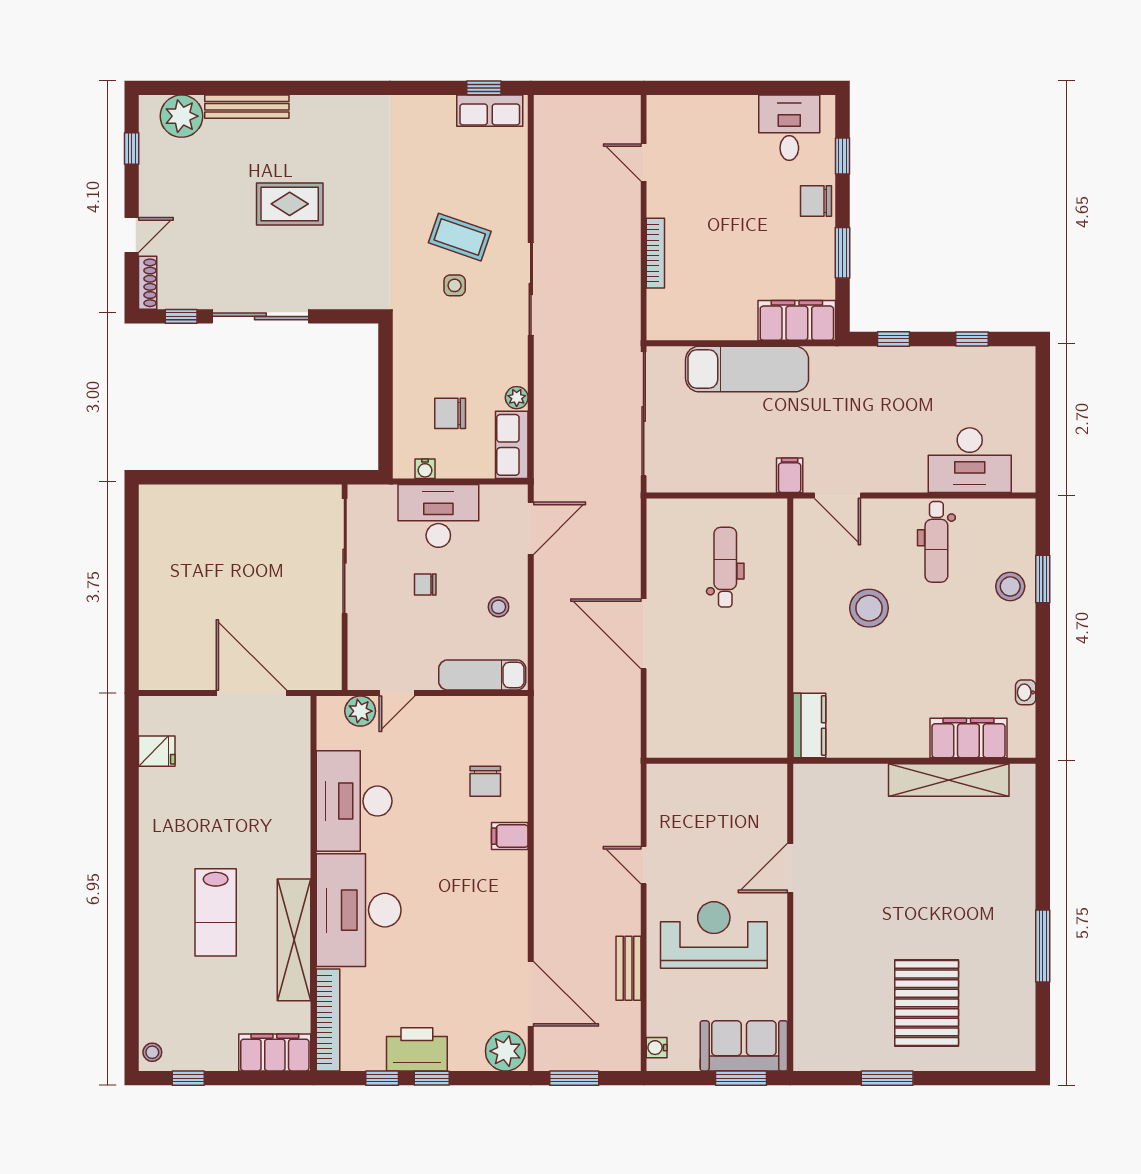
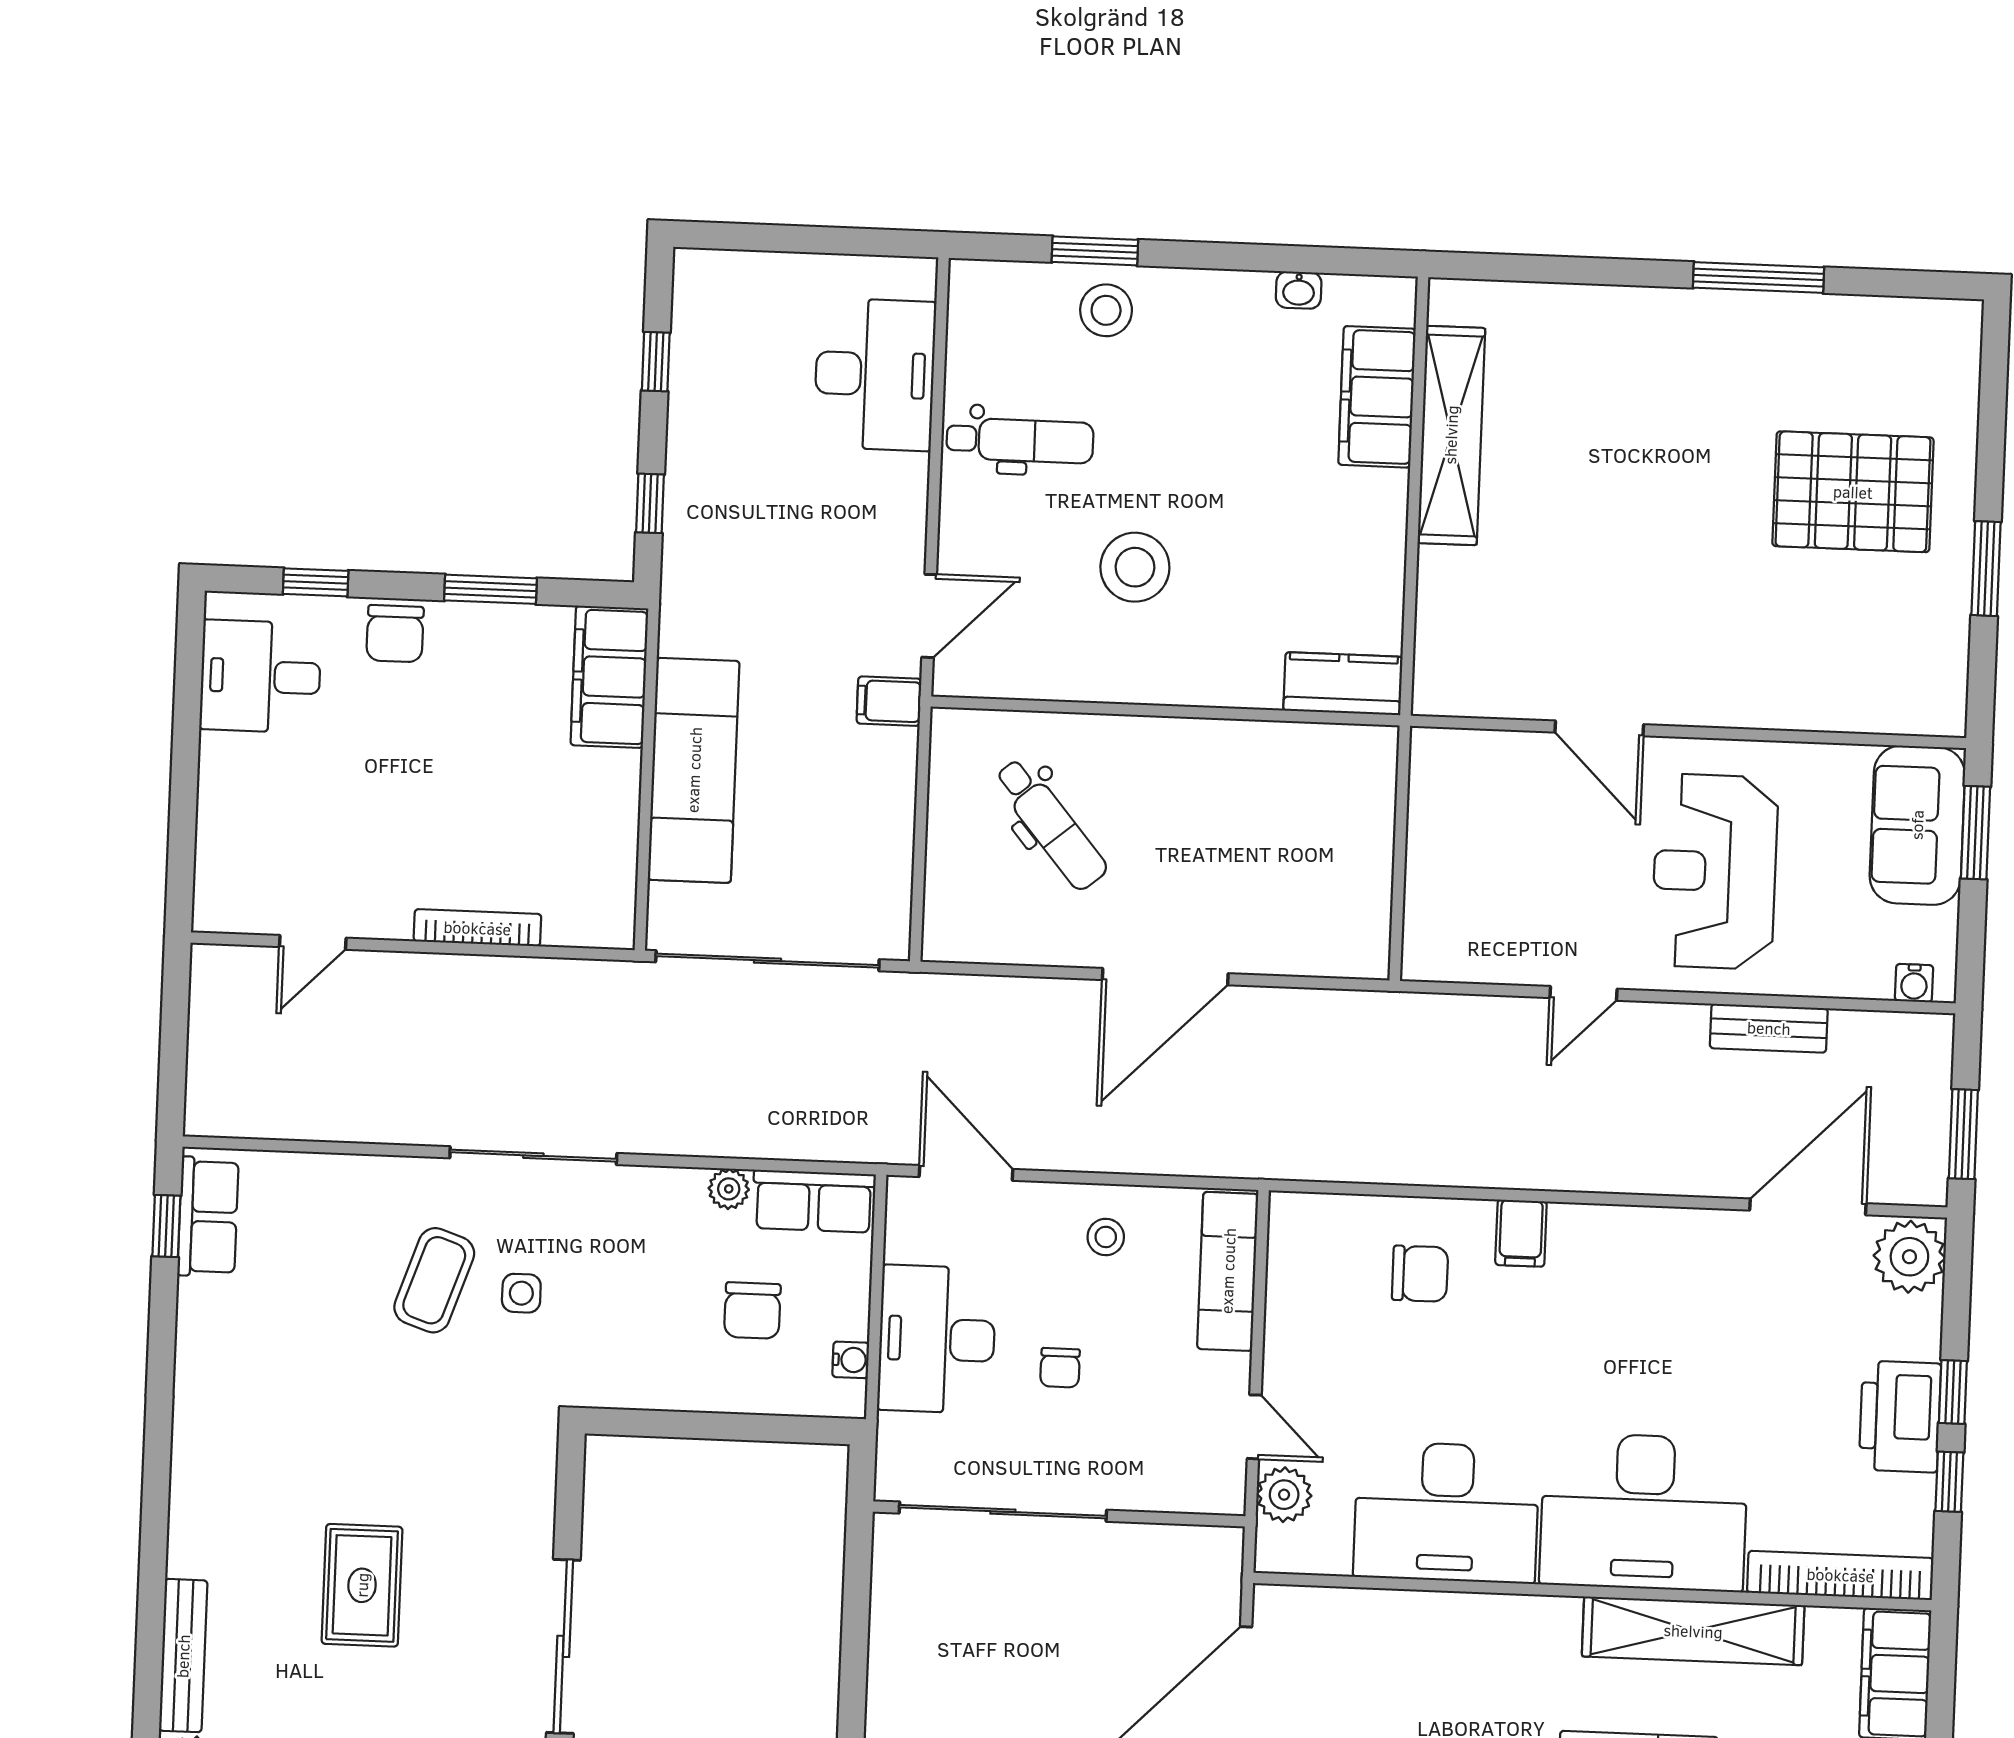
dental chair: (725, 567) -> (1051, 824), turned -130

